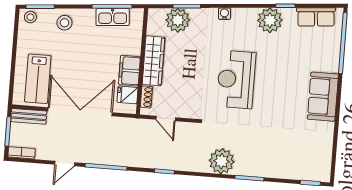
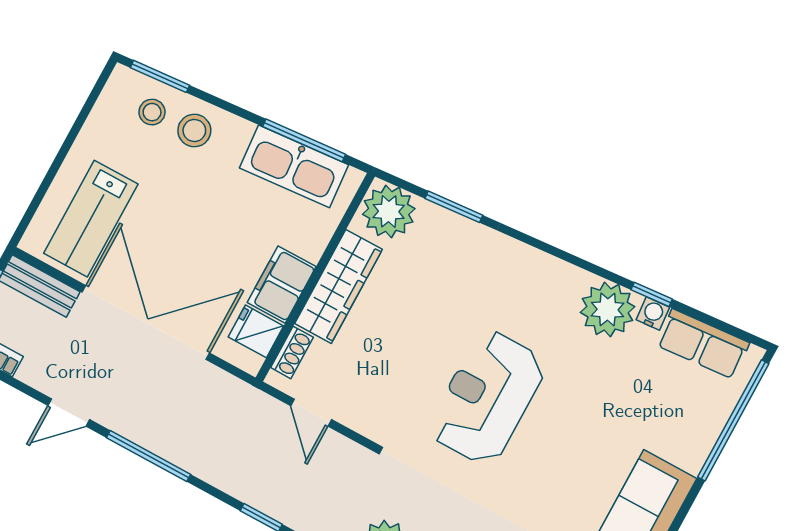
water cooler: (224, 14) -> (653, 313), moved
stool: (30, 17) -> (152, 112), moved
kitchen sink: (113, 17) -> (294, 166), width x1.36, depth x1.24
plant: (178, 20) -> (389, 211), moved

